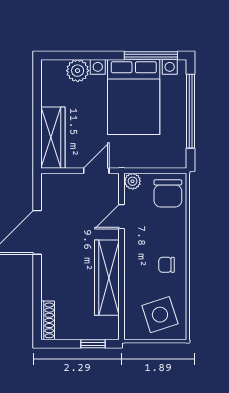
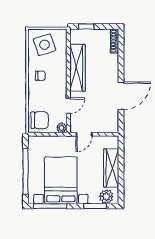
window: (79, 55) -> (95, 206), added
plant: (78, 71) -> (106, 197), moved
wardrobe: (53, 138) -> (111, 168), moved
chair: (168, 193) -> (40, 120), turned 90

